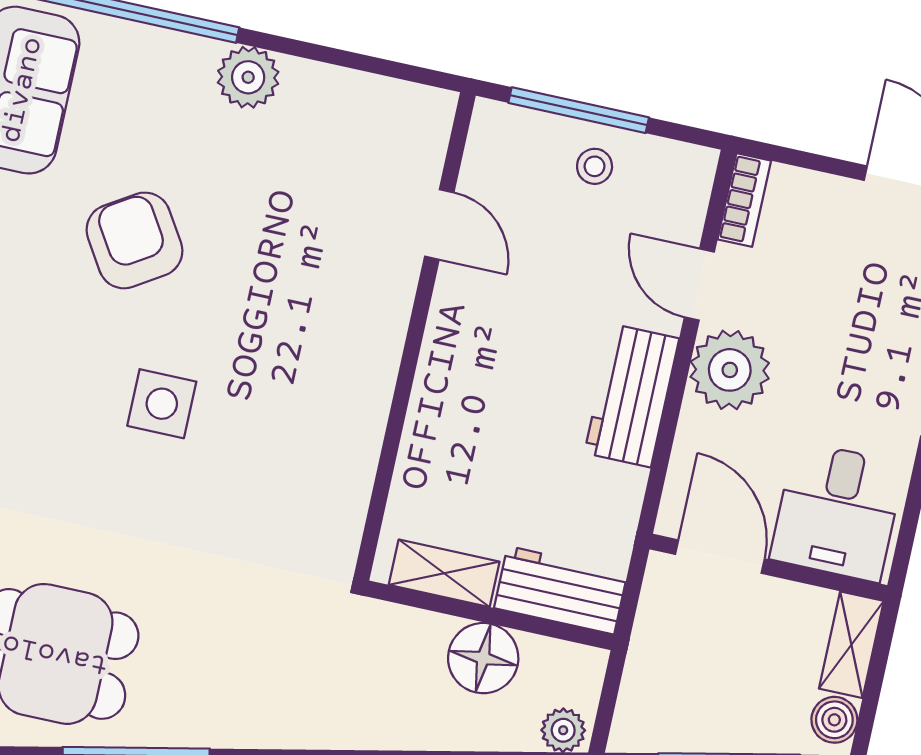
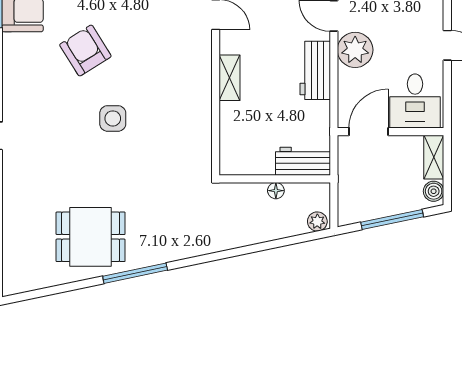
door: (720, 557) -> (369, 132), hinge flipped
shelving: (444, 573) -> (230, 78), moved, turned 90
floor lamp: (483, 658) -> (276, 191), width x0.53, depth x0.53

